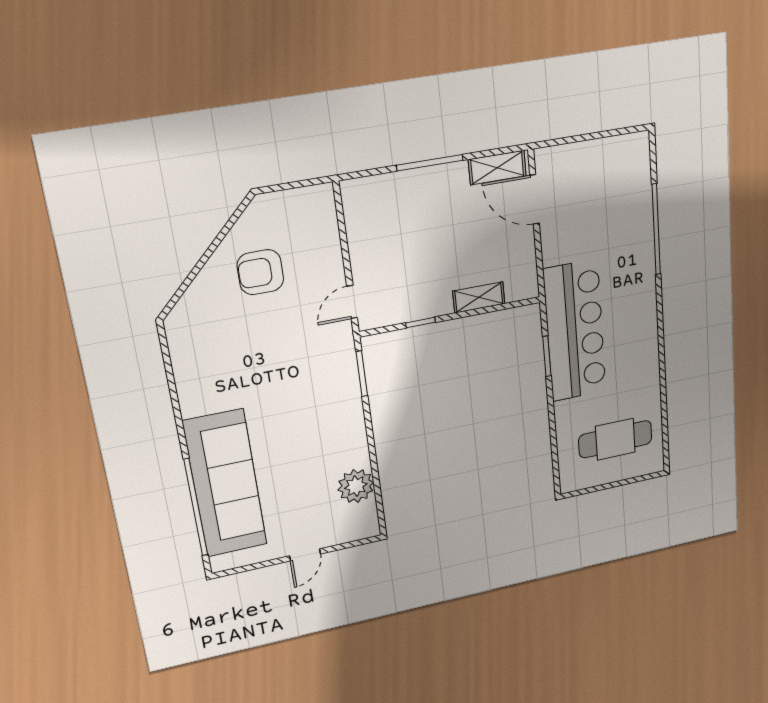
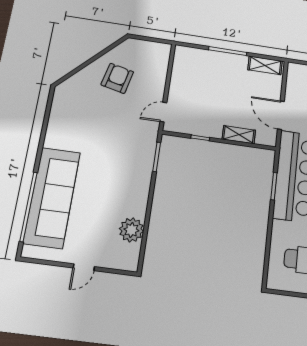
door: (535, 199) -> (281, 115), moved
armchair: (260, 272) -> (117, 78), turned 103

